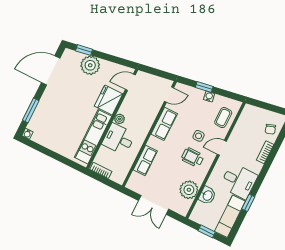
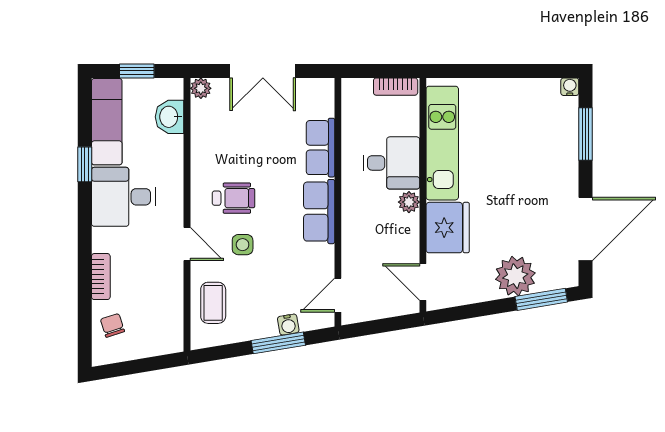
window: (84, 50) -> (541, 299), width x1.50
door: (130, 82) -> (423, 282), swing flipped
window: (204, 87) -> (278, 343), width x1.50
water cooler: (209, 97) -> (288, 325), moved
row of seats: (164, 124) -> (319, 212), moved
door: (222, 148) -> (187, 244), hinge flipped
plant: (189, 190) -> (201, 88), moved, width x0.53, depth x0.53
washbasin: (207, 195) -> (170, 117), moved
double door: (154, 205) -> (263, 71), swing flipped

